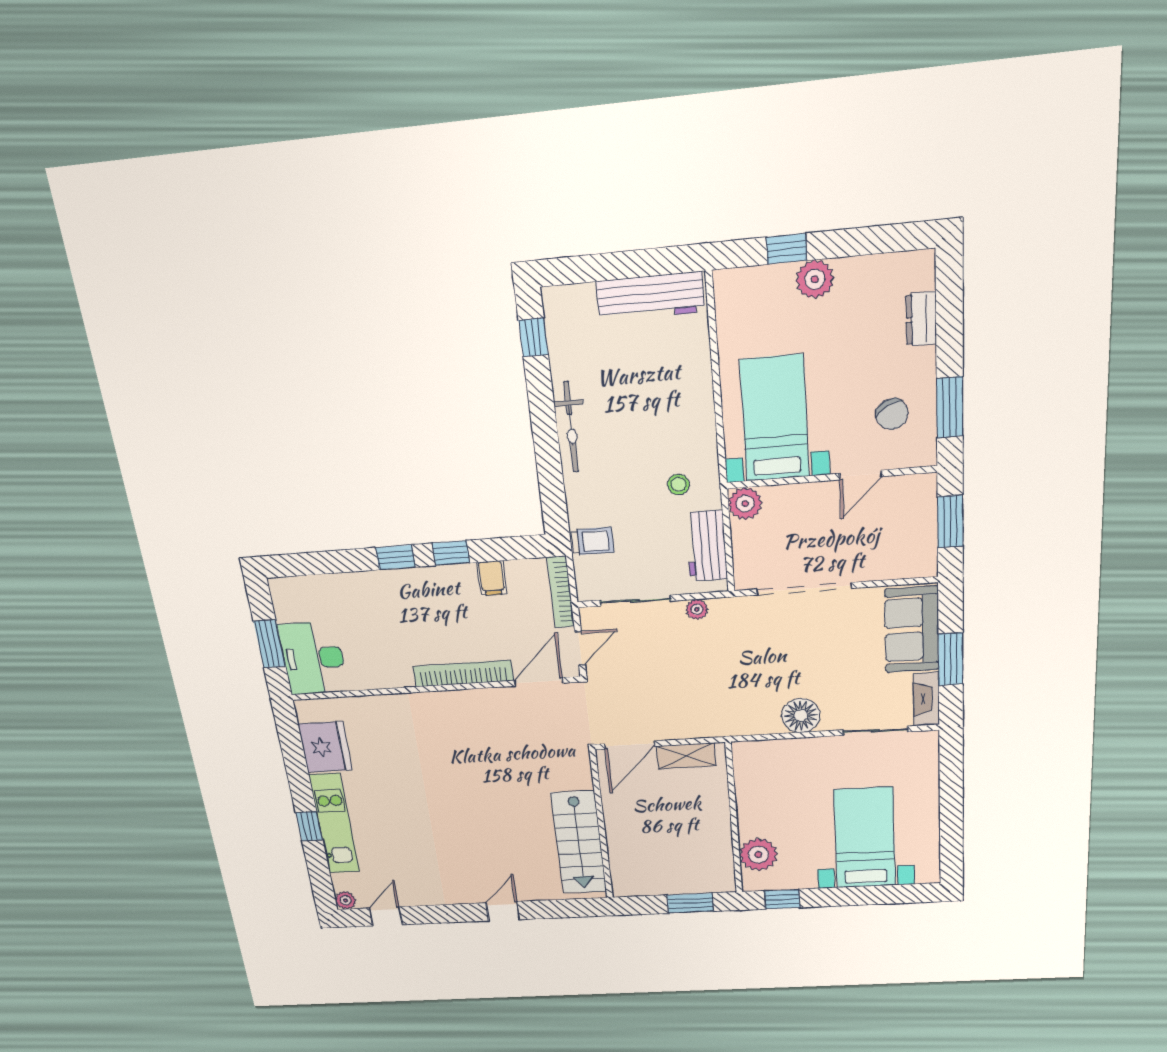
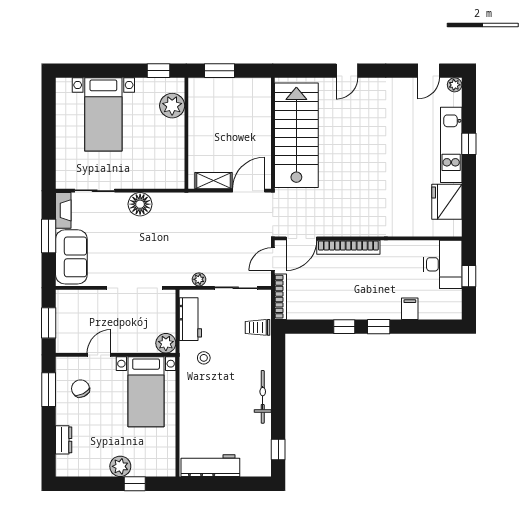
filing cabinet: (492, 578) -> (410, 309), moved
window: (270, 644) -> (469, 276), width x0.67
stairs: (579, 842) -> (296, 135), width x1.36, depth x1.51

